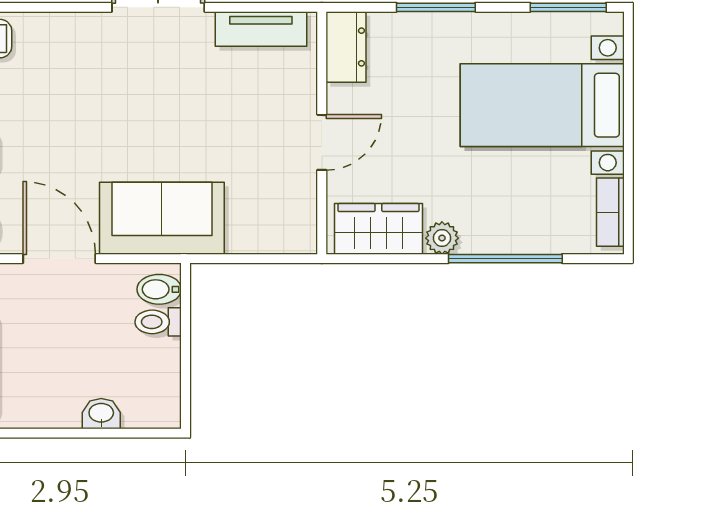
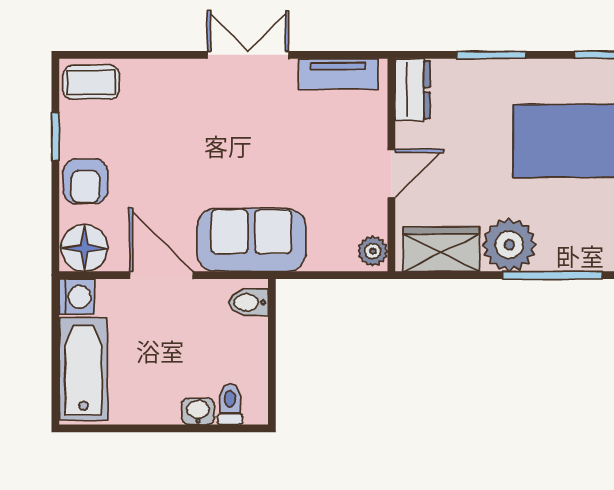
plant: (300, 231) -> (373, 251), added
plant: (442, 238) -> (509, 245), width x1.87, depth x1.87
toilet: (158, 322) -> (230, 404), moved, turned 90

